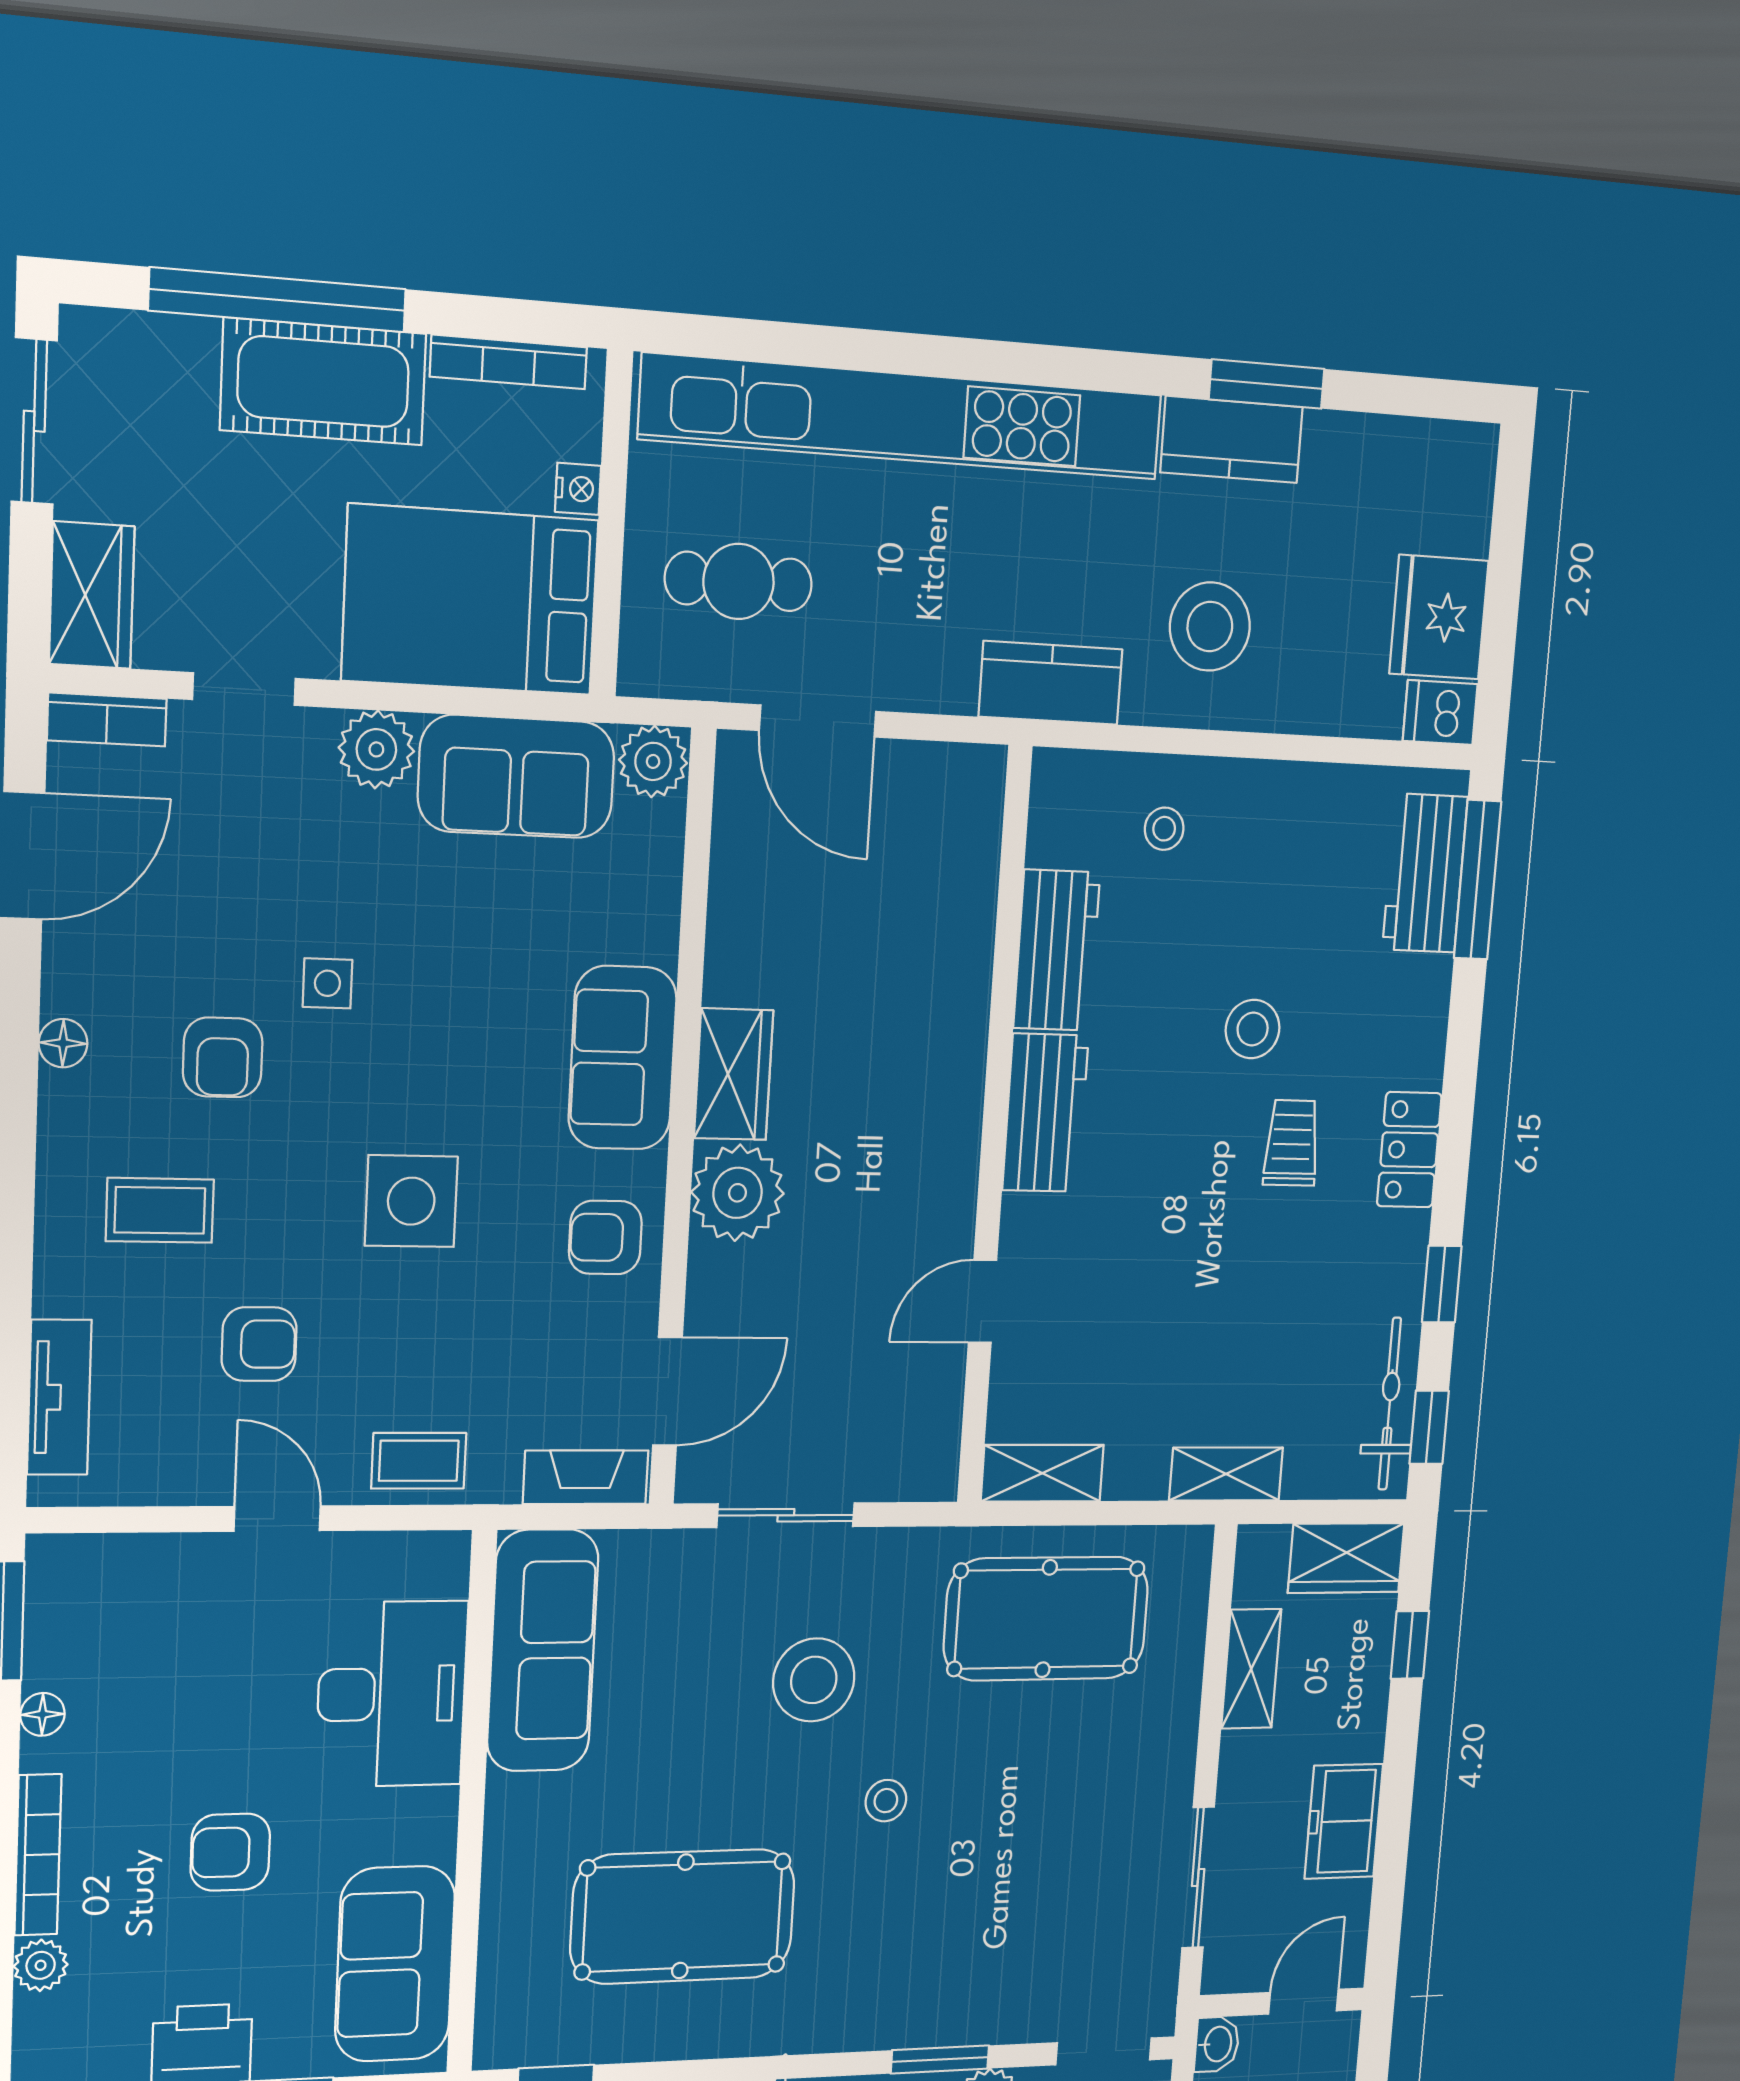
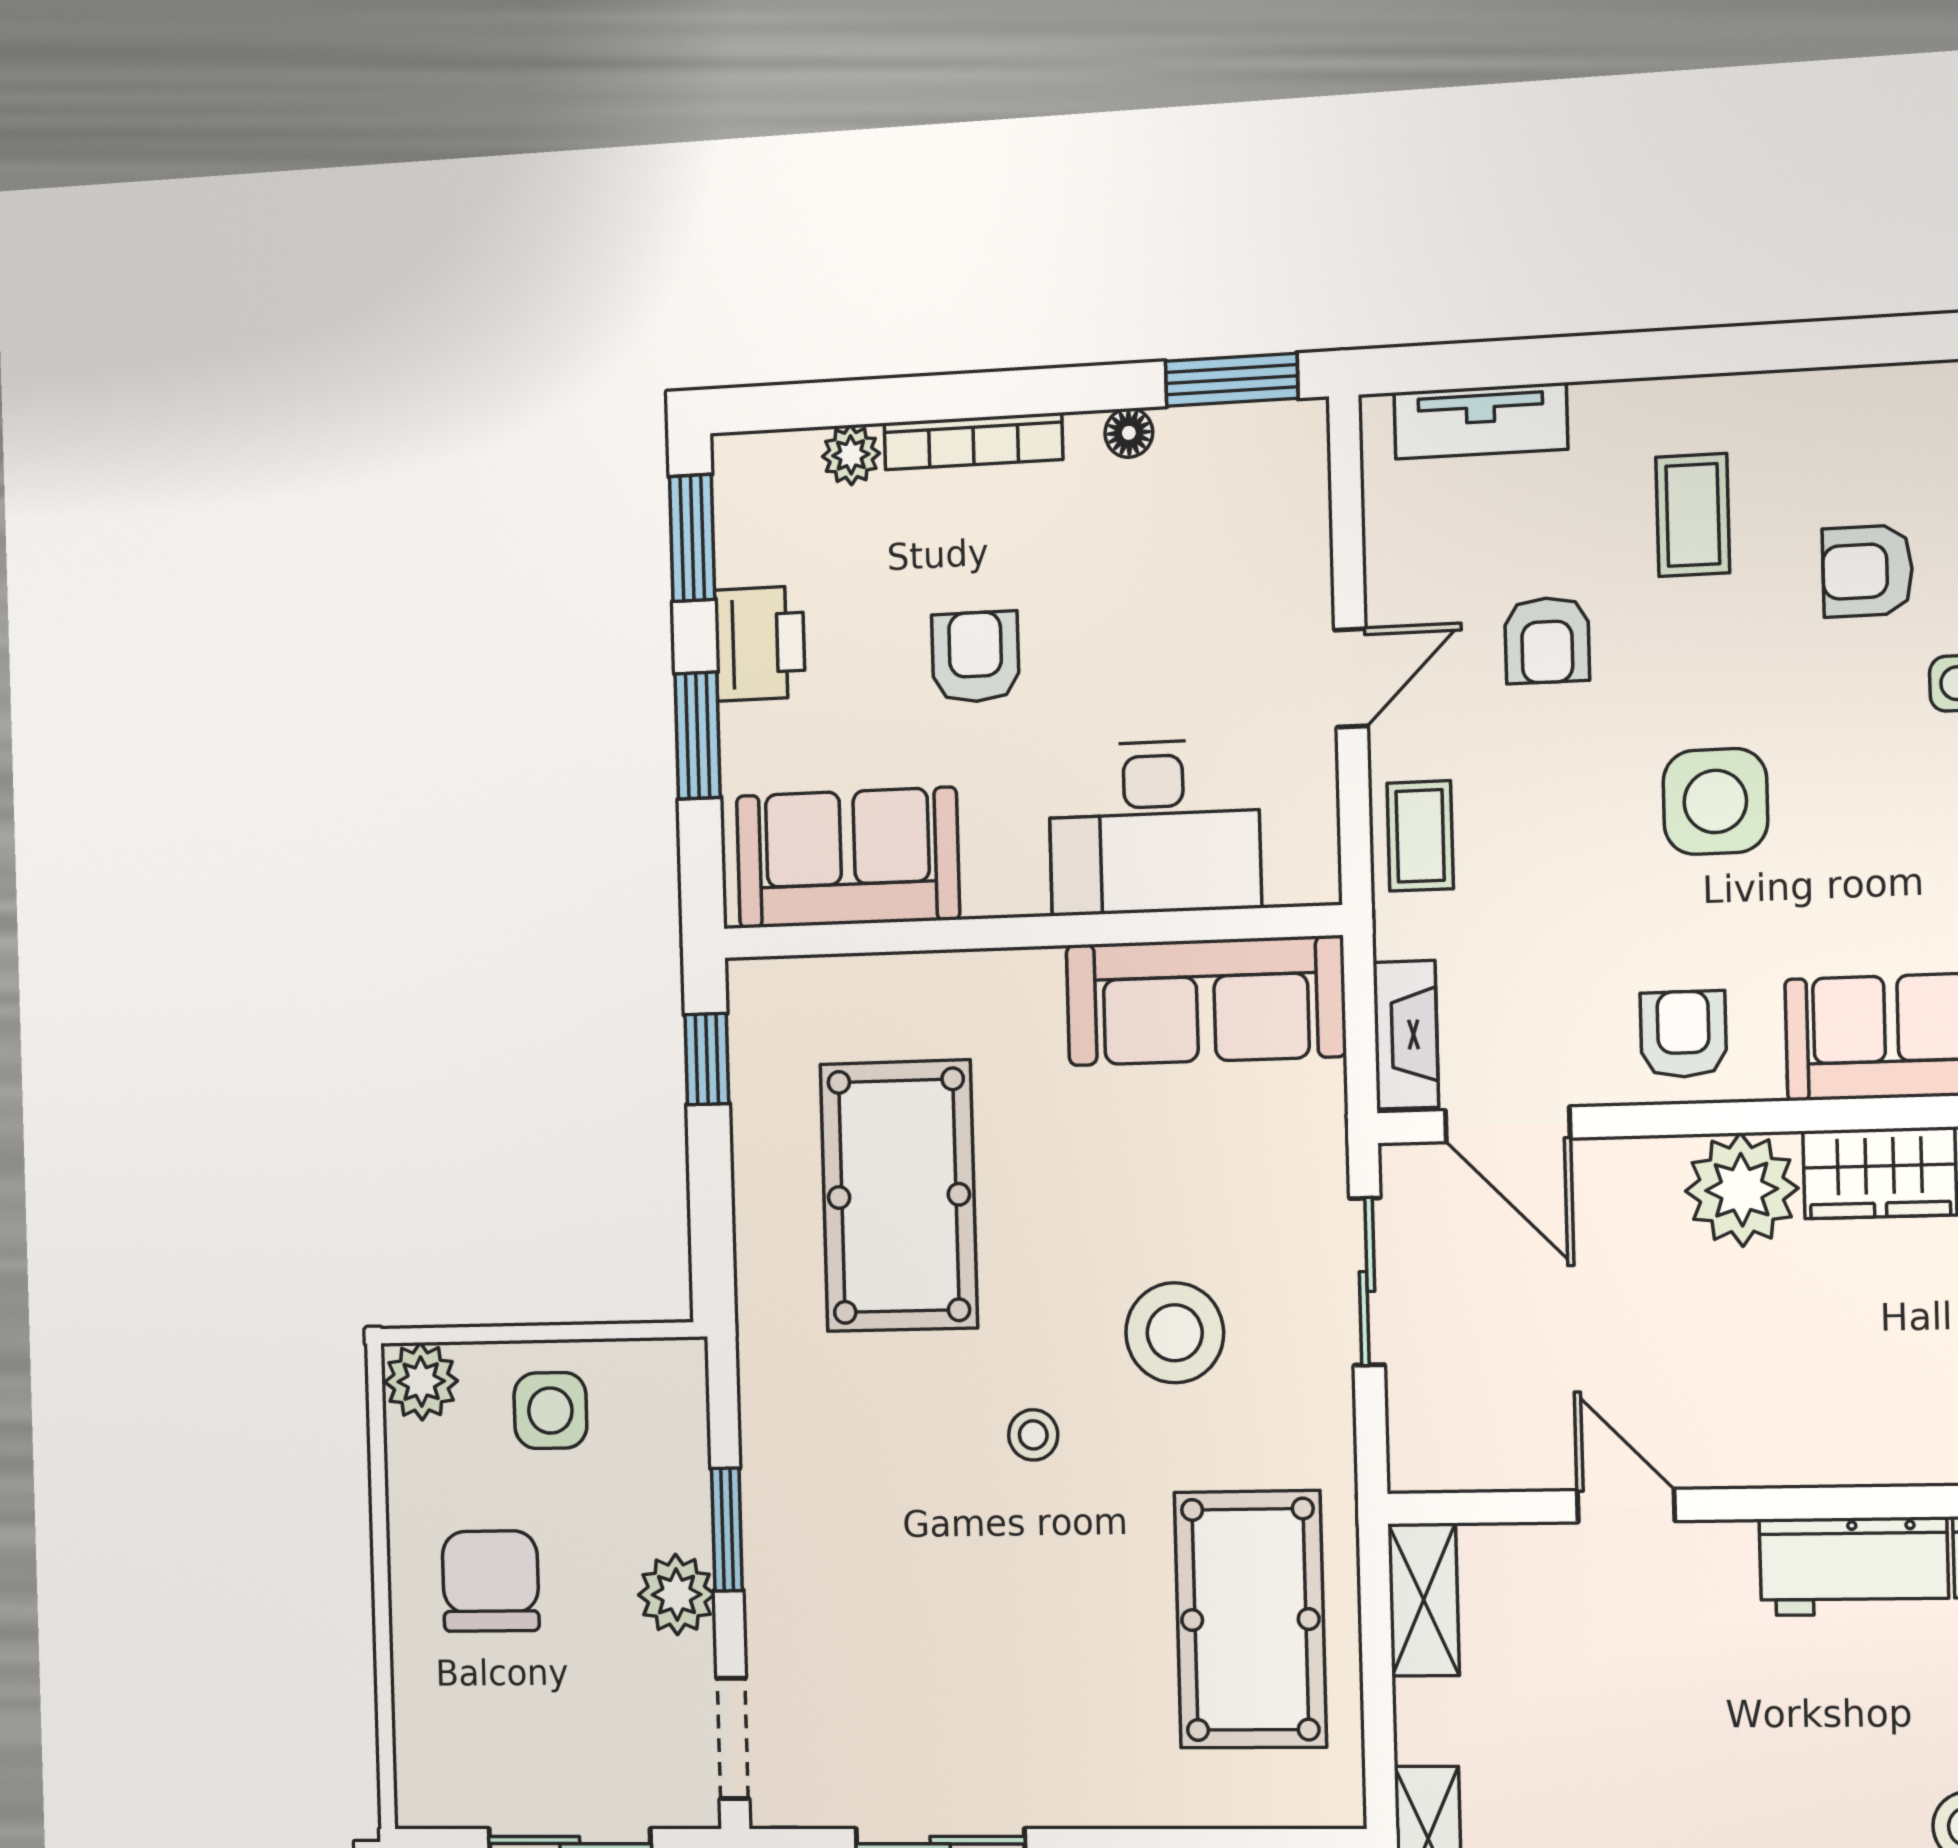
floor lamp: (63, 1043) -> (1874, 391), removed

